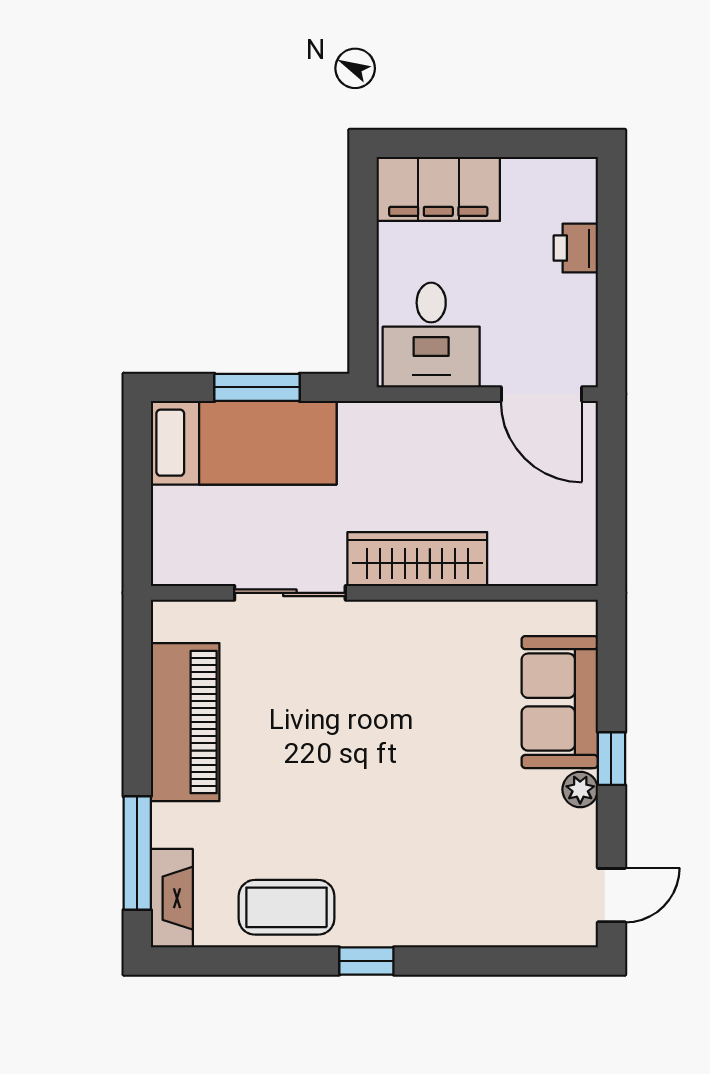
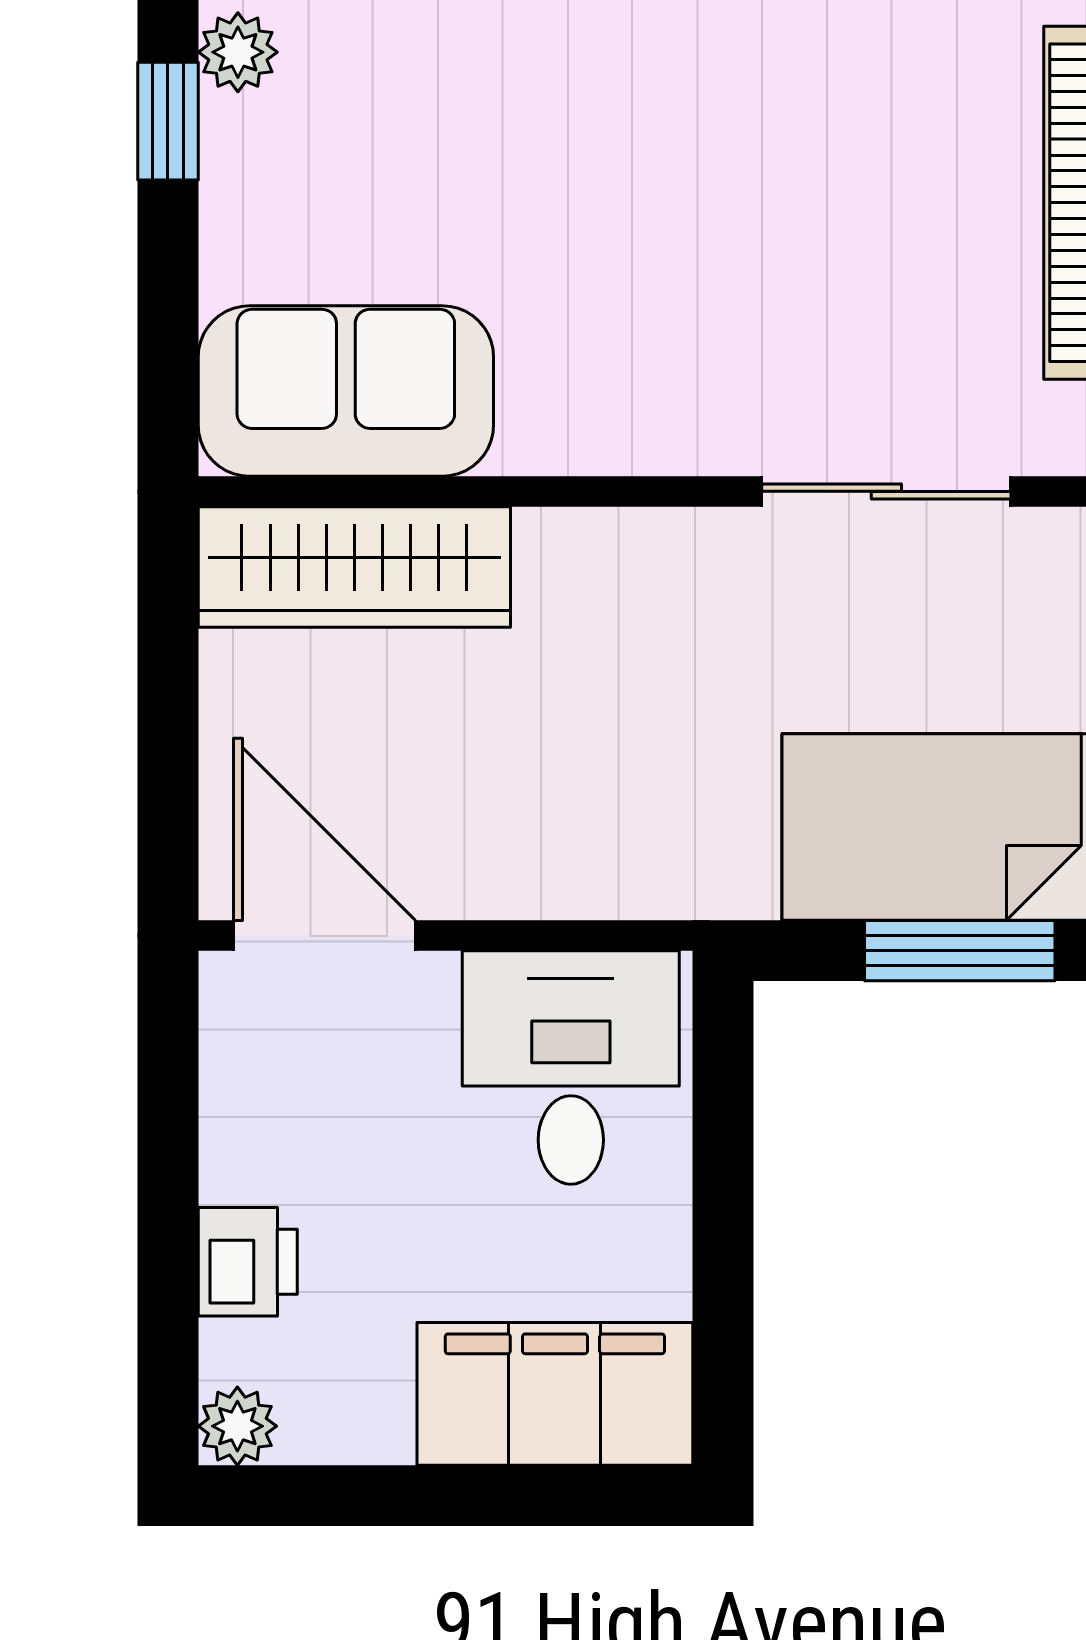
plant: (580, 175) -> (237, 1426), added
wardrobe: (417, 559) -> (354, 567), moved
sofa: (560, 702) -> (346, 391), moved, turned -90

